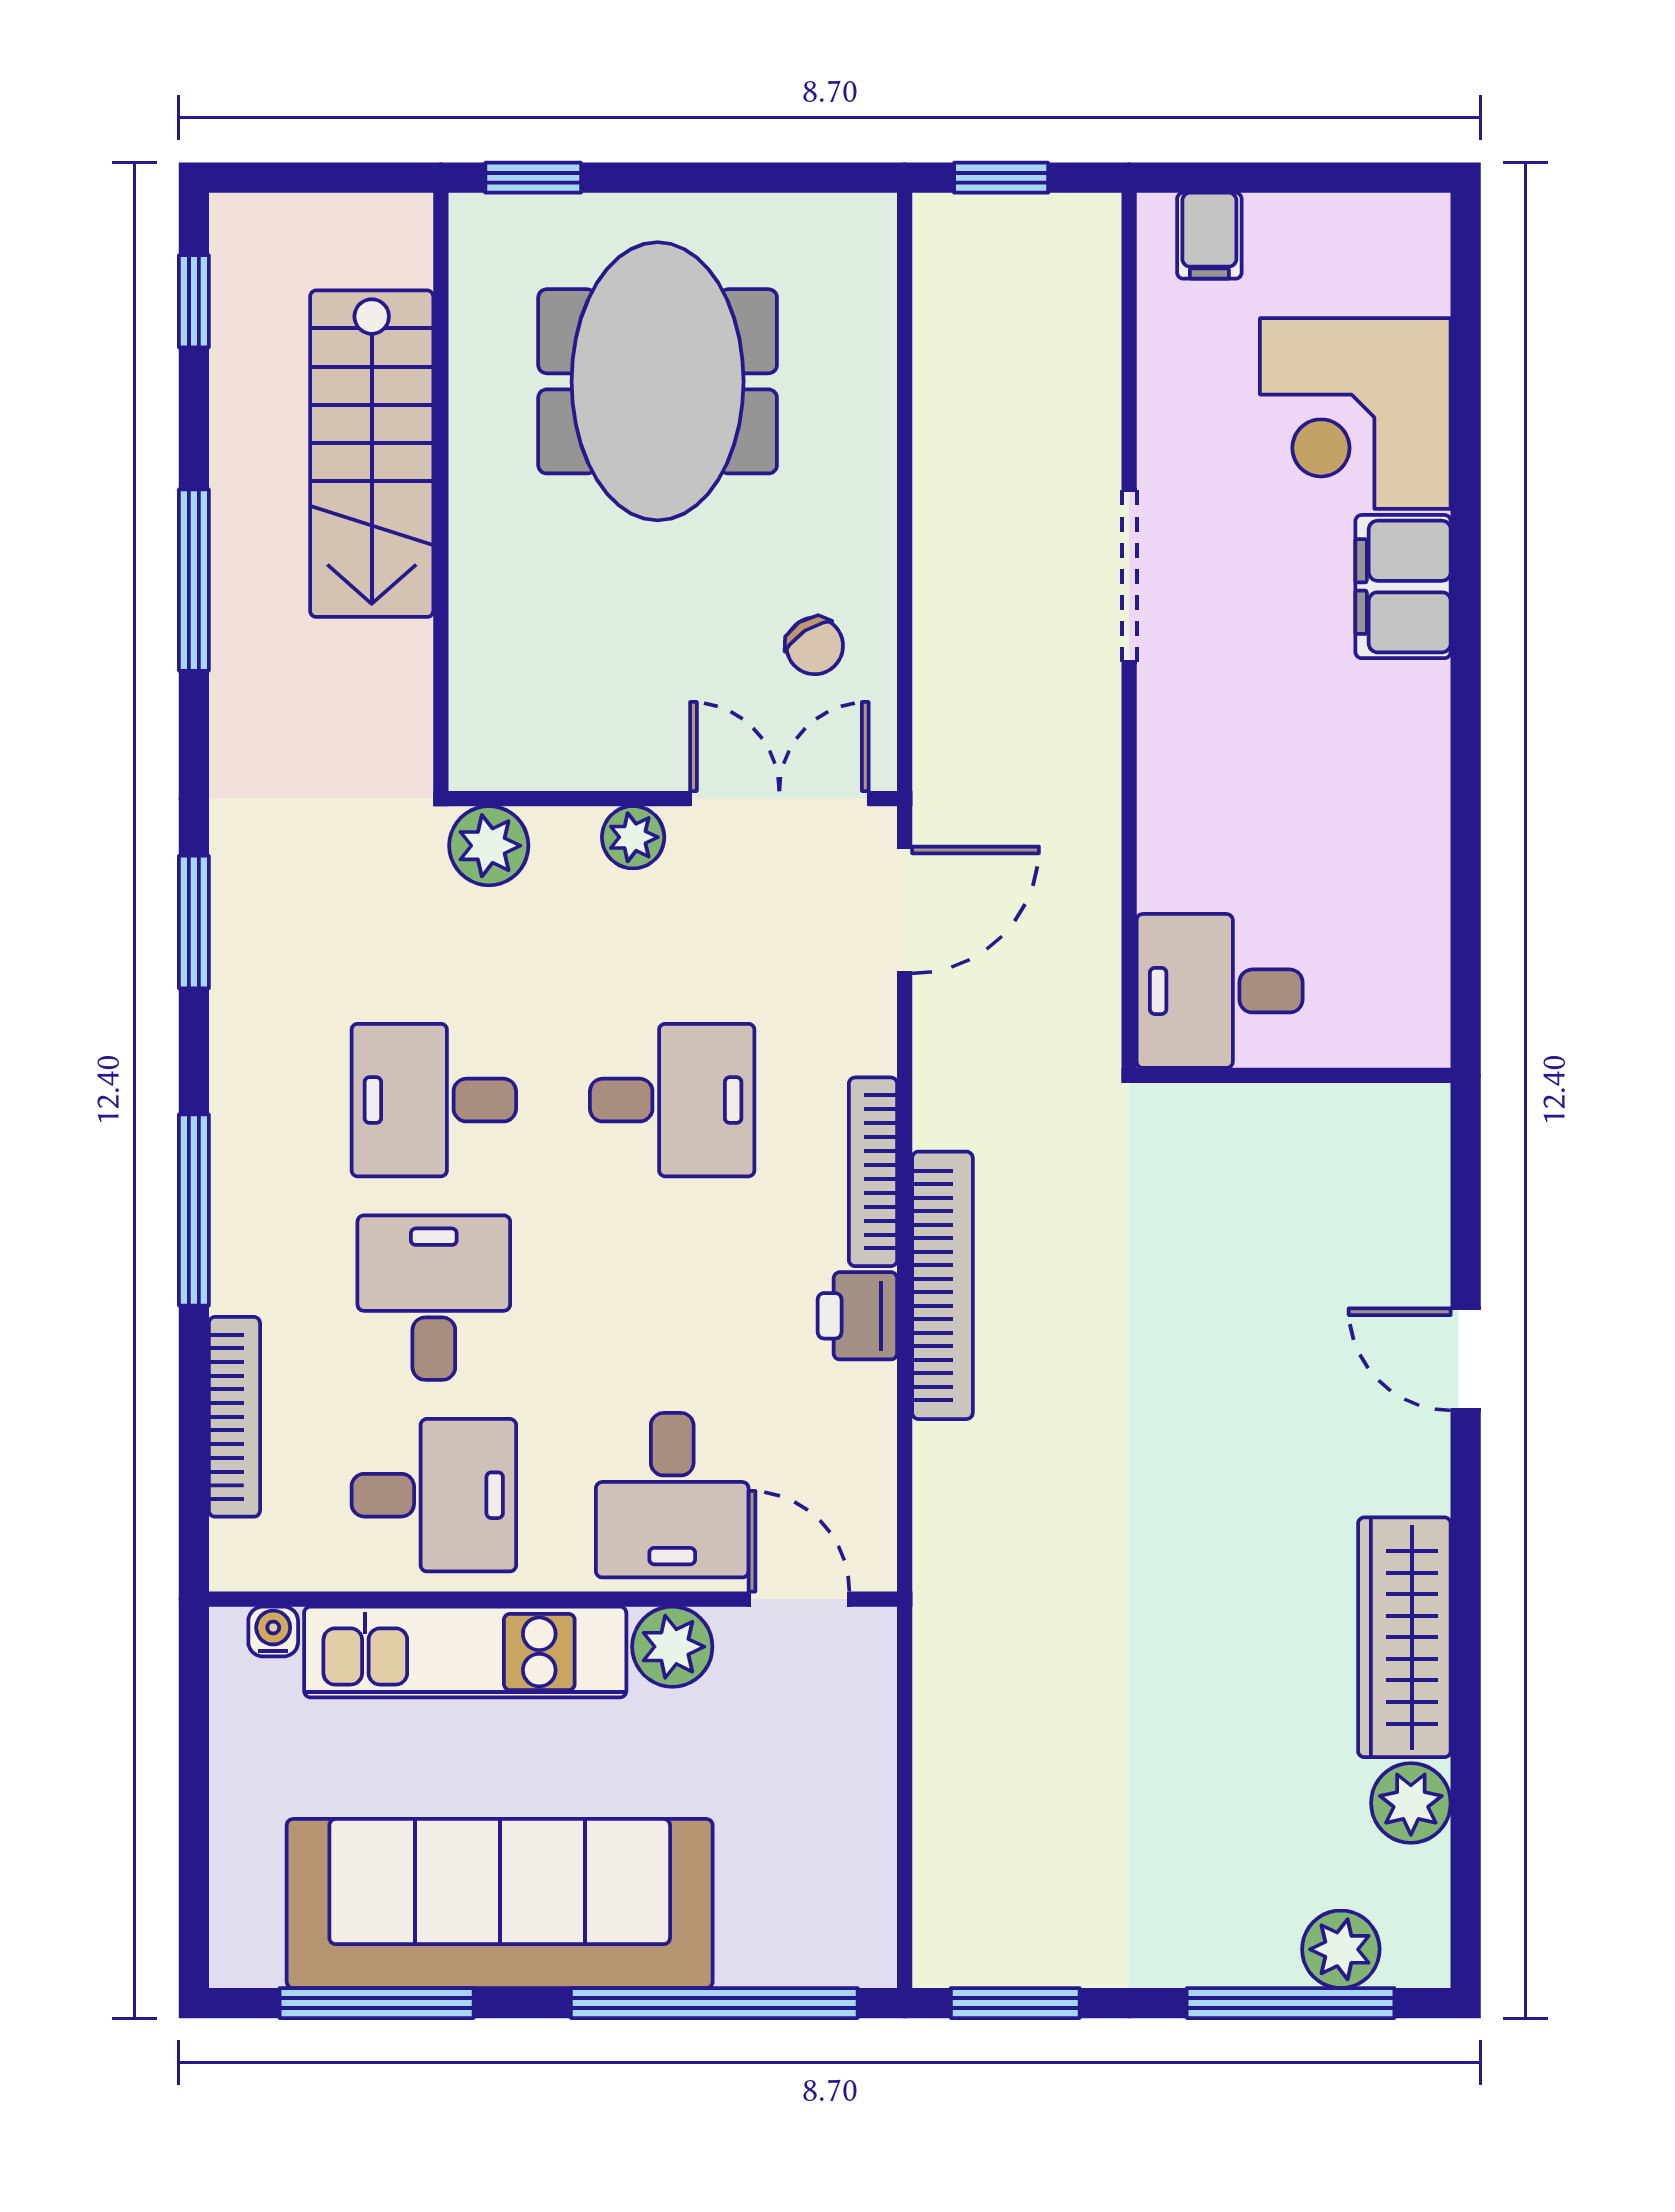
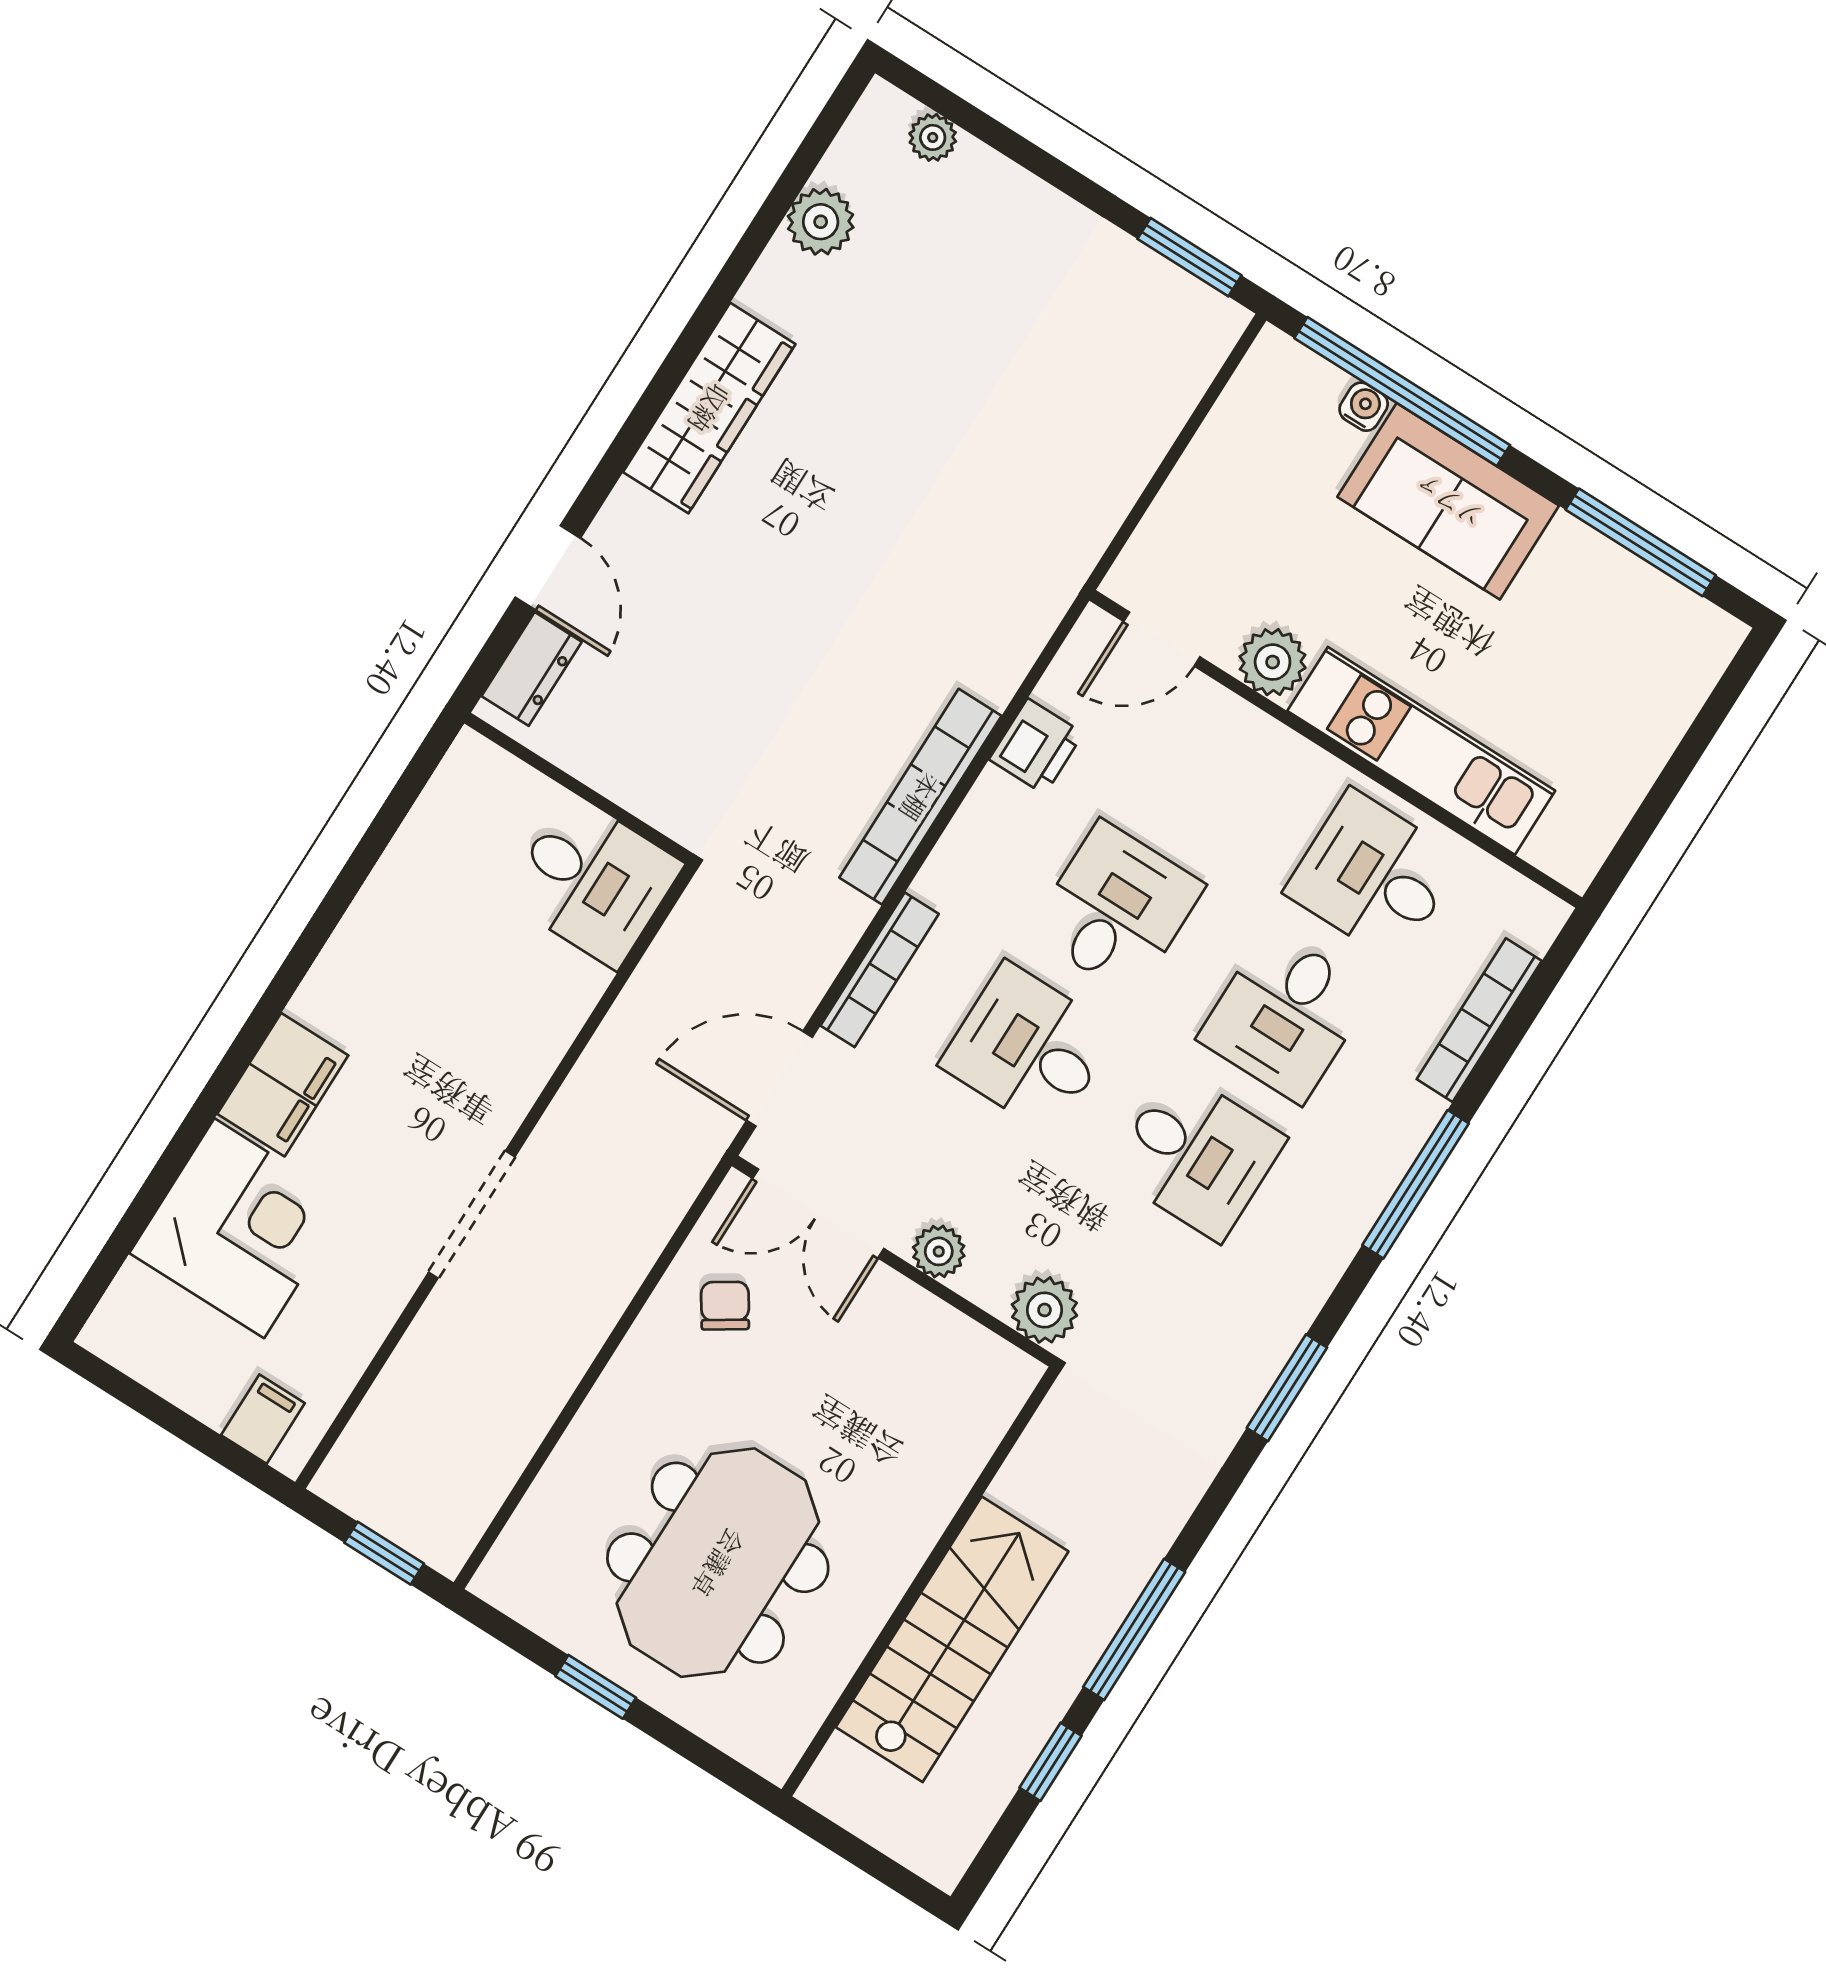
window: (533, 178) -> (596, 1687), moved
window: (194, 301) -> (1050, 1762), moved
dresser: (1417, 1166) -> (532, 669), added
bookcase: (873, 1172) -> (880, 970), moved
printer: (857, 1316) -> (1036, 746), moved
door: (1466, 1359) -> (548, 568), moved
desk: (672, 1495) -> (1117, 909), moved
door: (799, 1599) -> (1162, 639), hinge flipped
water cooler: (273, 1632) -> (1364, 407), moved, turned 180
wardrobe: (1404, 1637) -> (709, 408), moved
sofa: (500, 1904) -> (1448, 501), width x0.54, depth x0.79
plant: (1341, 1949) -> (933, 137), width x0.73, depth x0.73
window: (1291, 2003) -> (995, 134), removed

